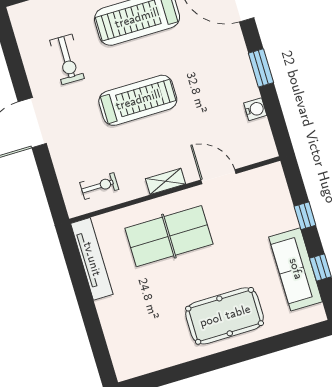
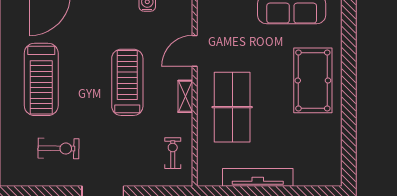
treadmill: (138, 100) -> (127, 82), moved
tv unit: (92, 259) -> (258, 177), moved

